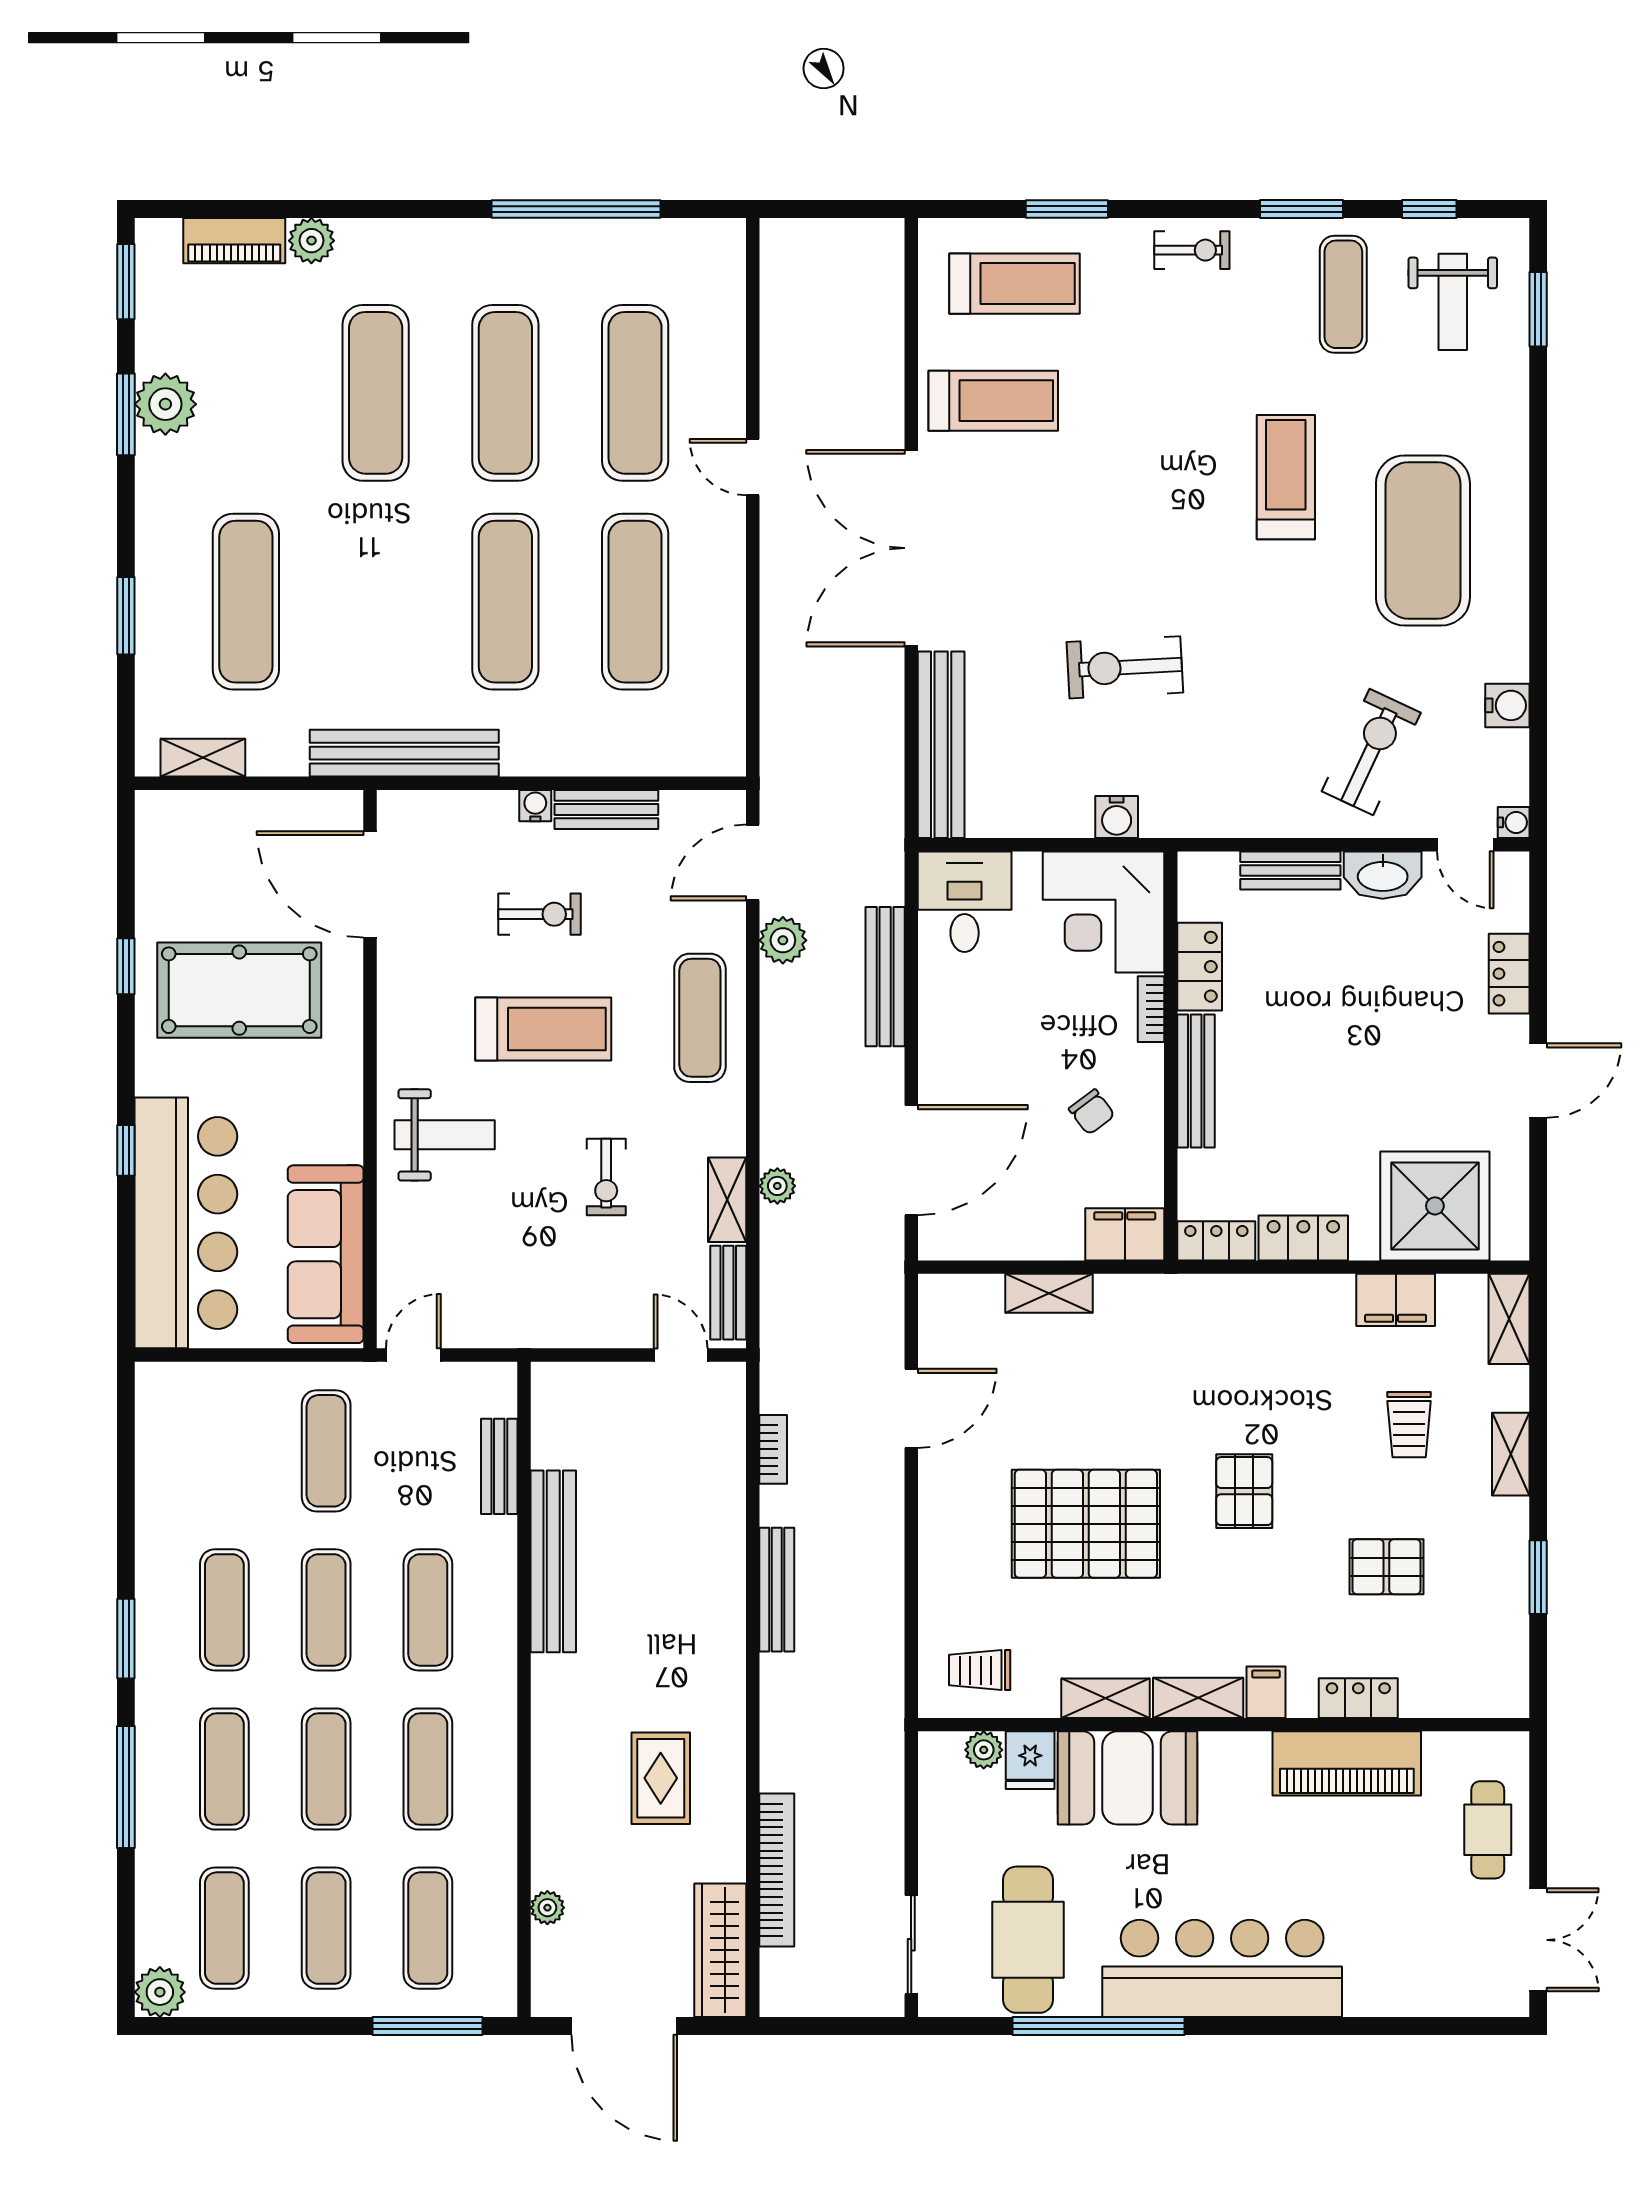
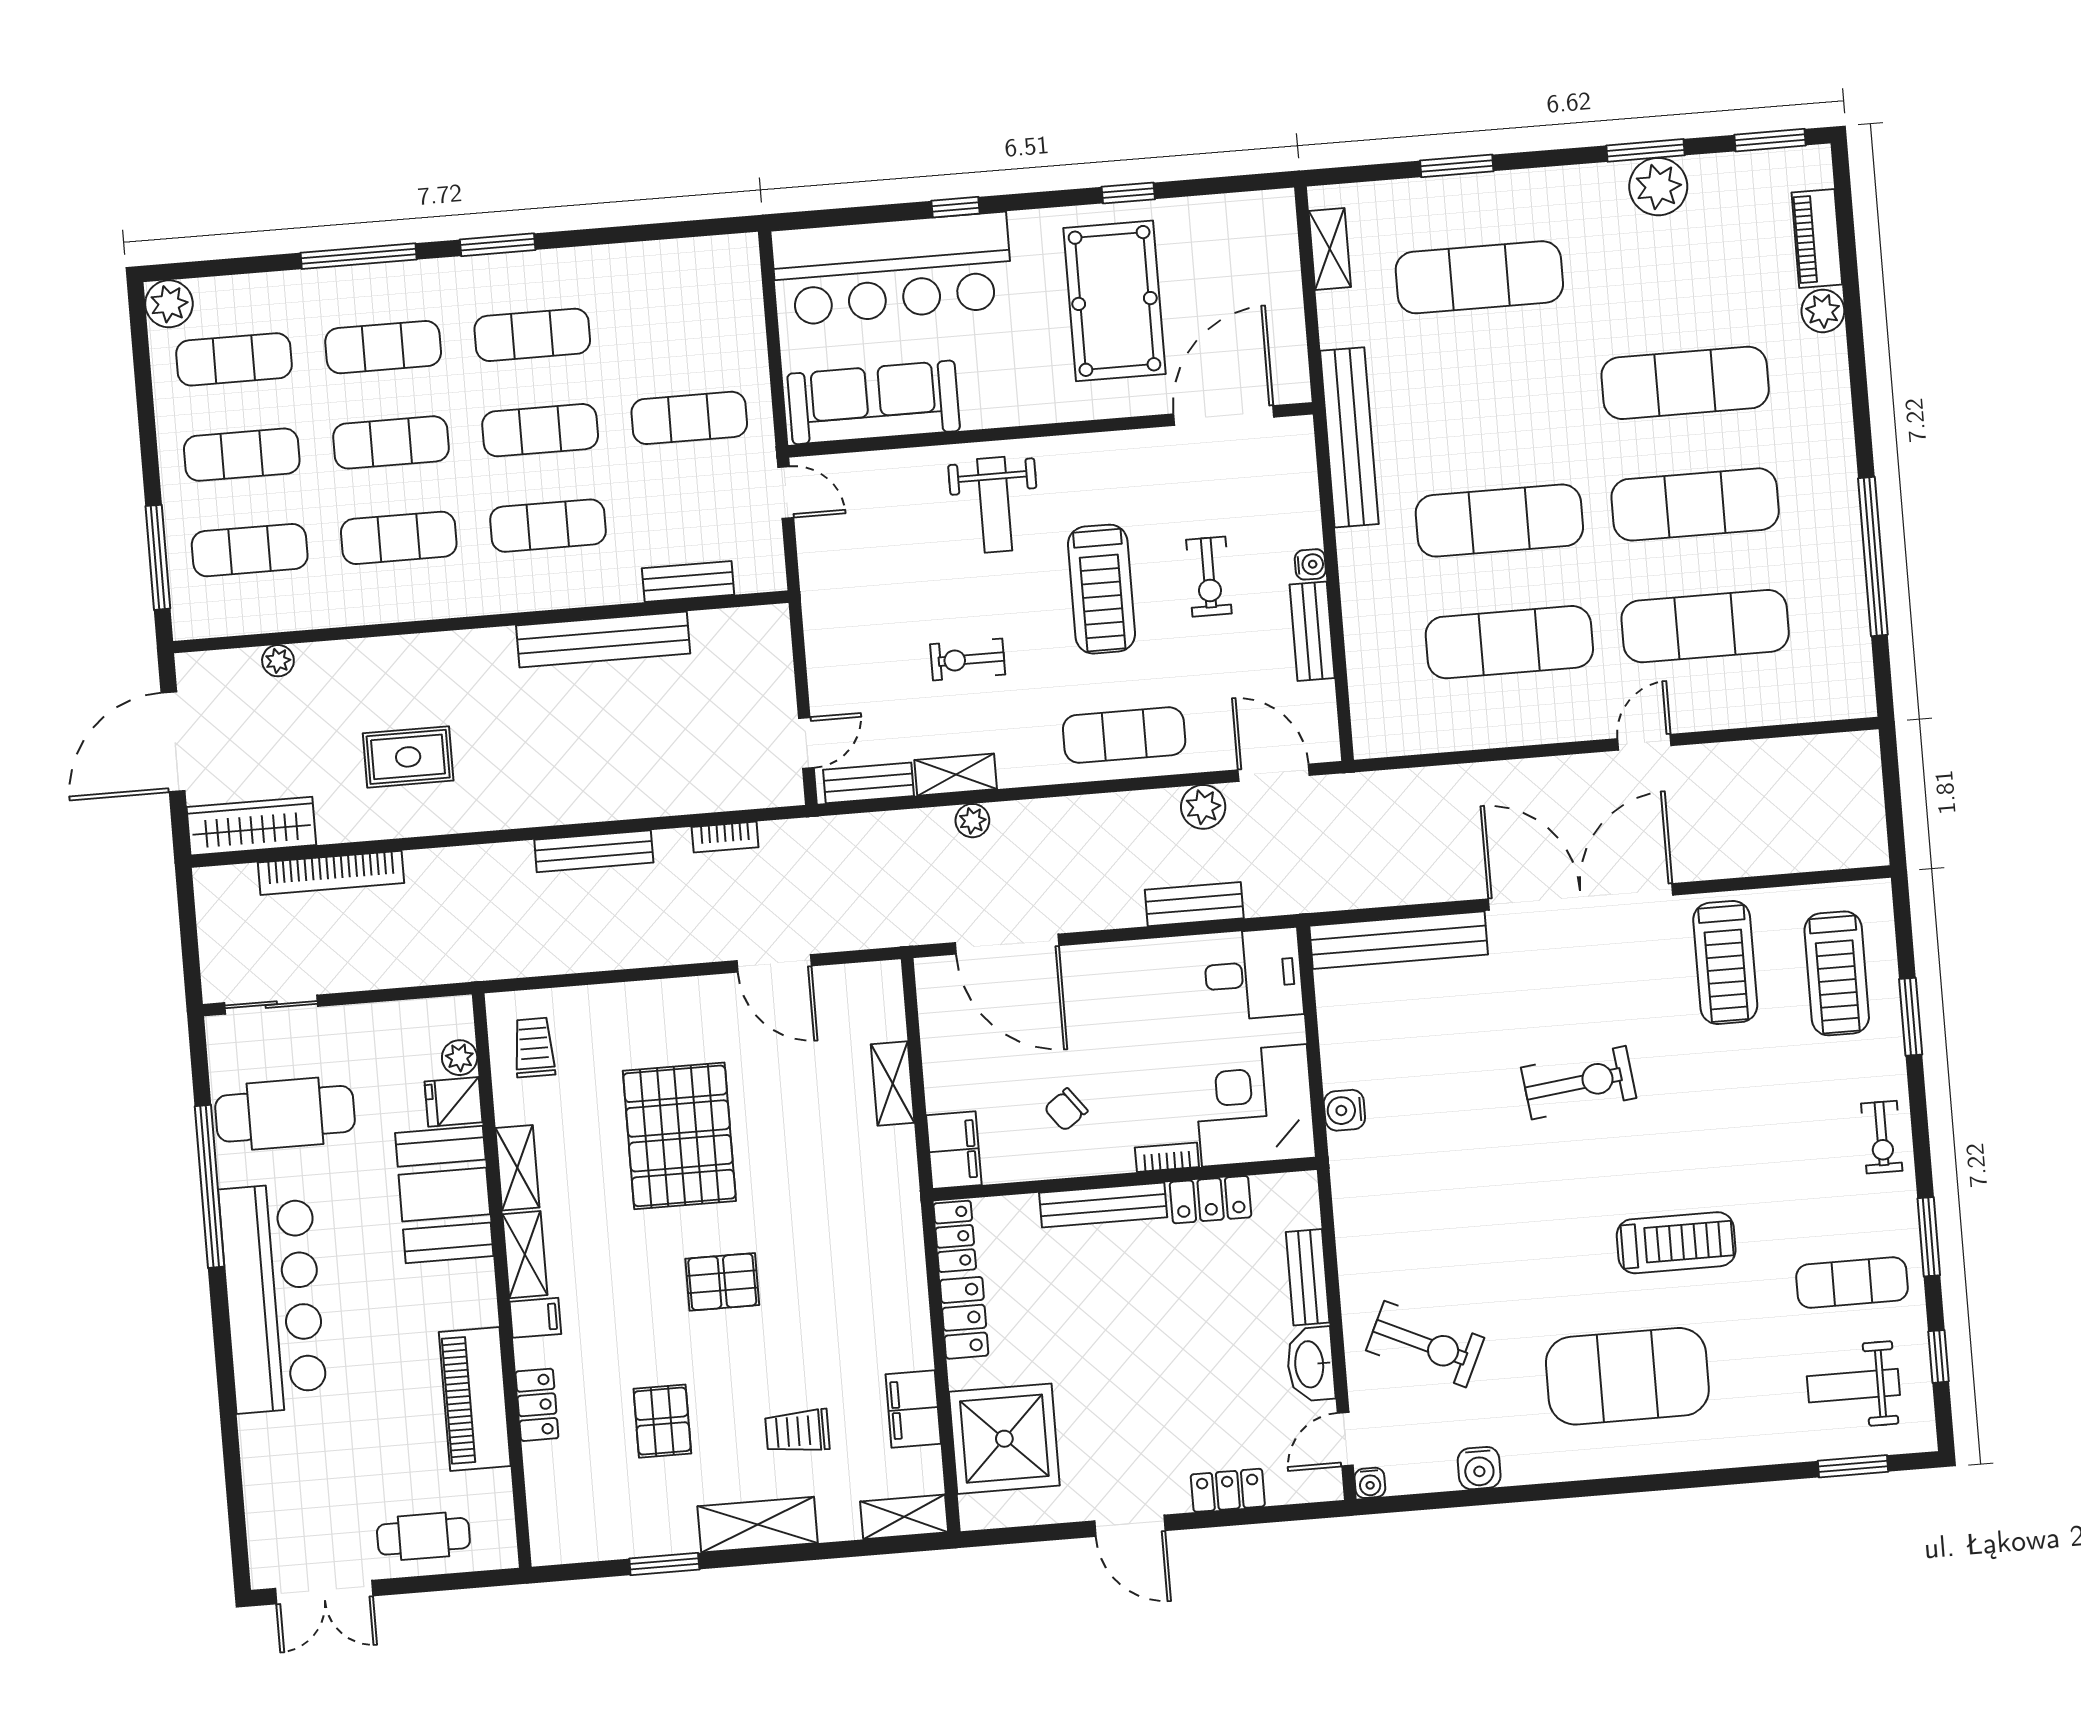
exercise bike: (1125, 667) -> (1579, 1083), moved, turned 86
bench: (885, 977) -> (1194, 904), width x0.73
shelving: (1511, 1454) -> (758, 1525), width x1.50, depth x1.33

